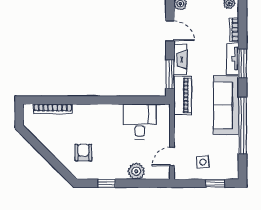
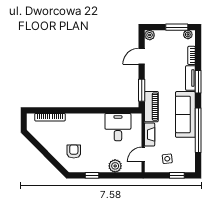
door: (170, 31) -> (142, 56), swing flipped
fireplace: (180, 60) -> (150, 134), moved

